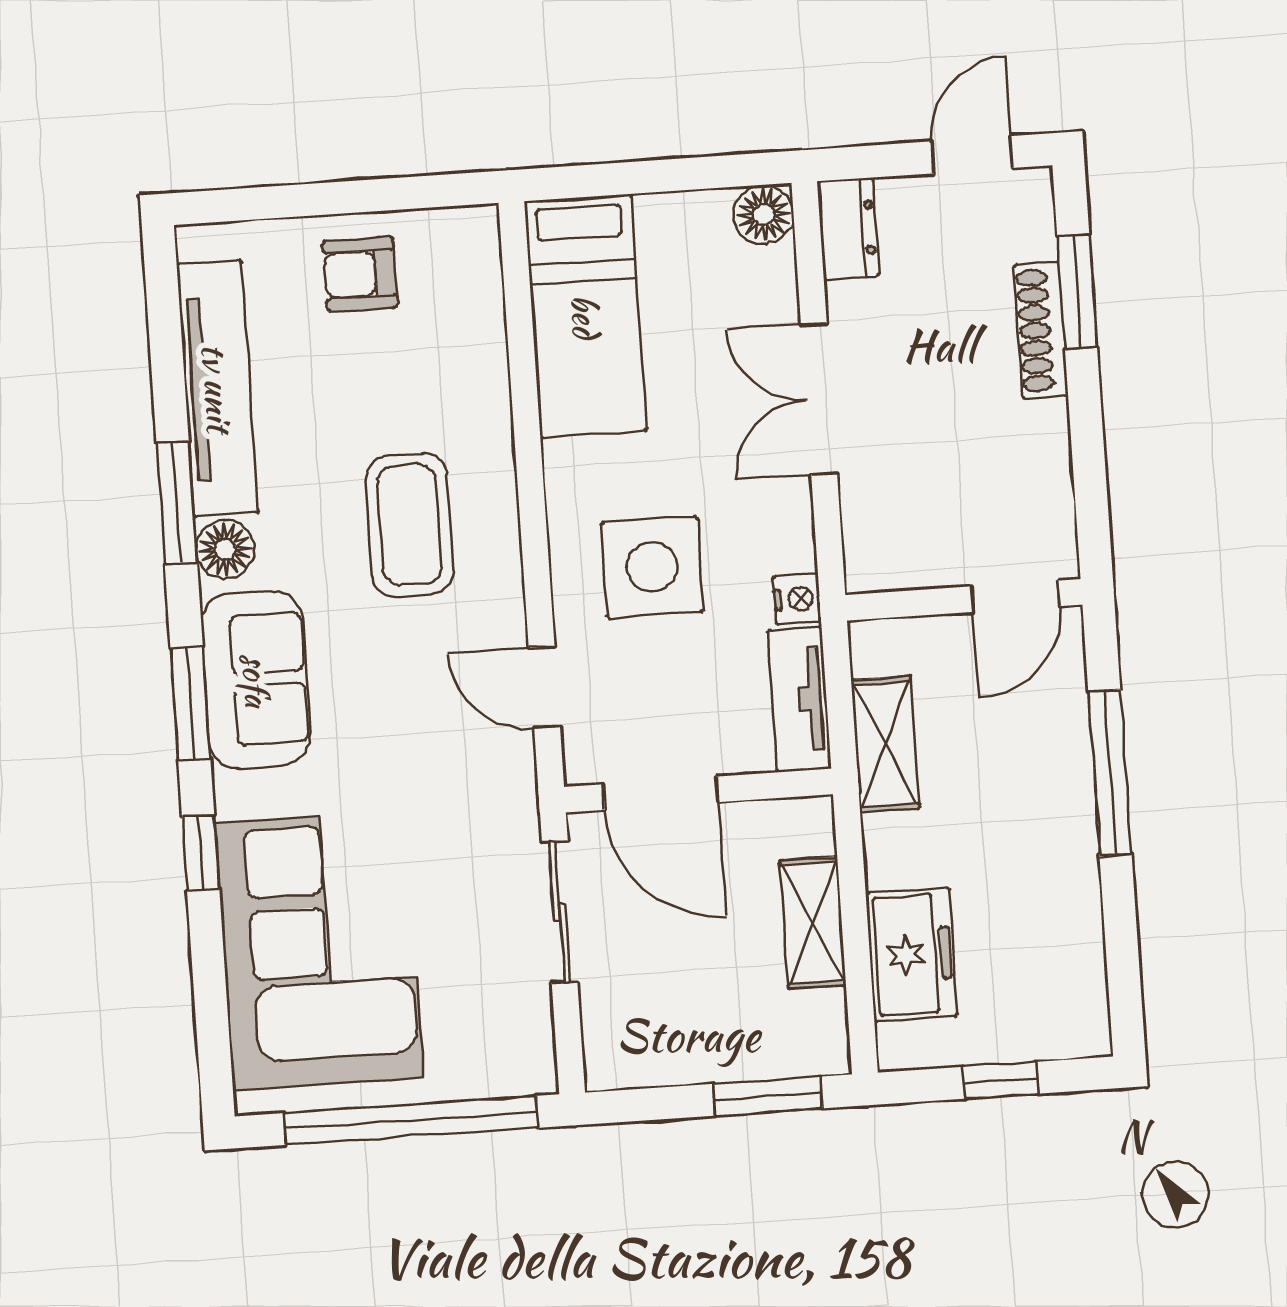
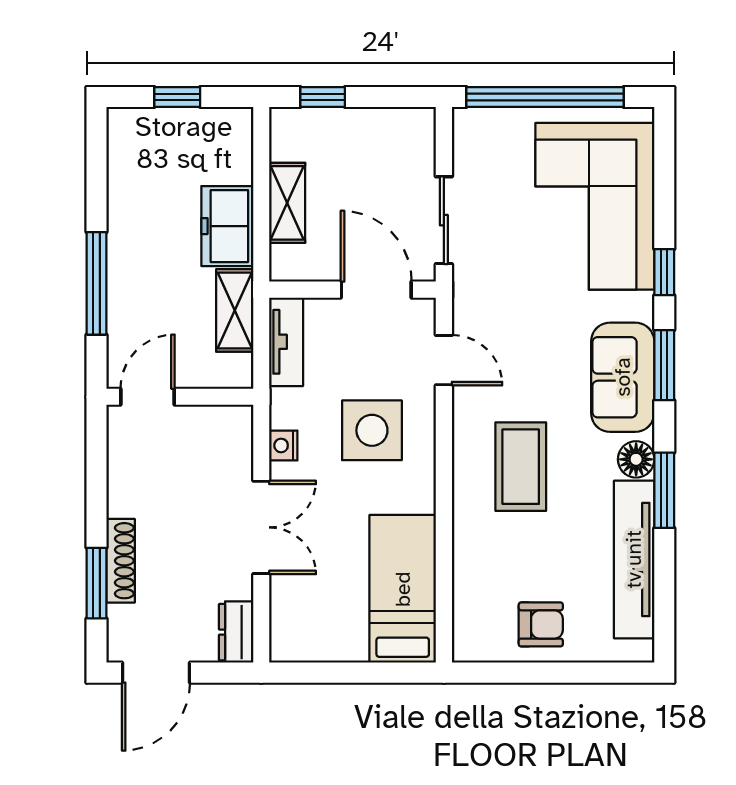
door: (972, 155) -> (156, 673), width x1.38
floor lamp: (764, 215) -> (288, 644), removed
nightstand: (797, 599) -> (283, 445), moved
freezer: (912, 955) -> (227, 226), moved
window: (768, 1096) -> (323, 97), width x0.67

